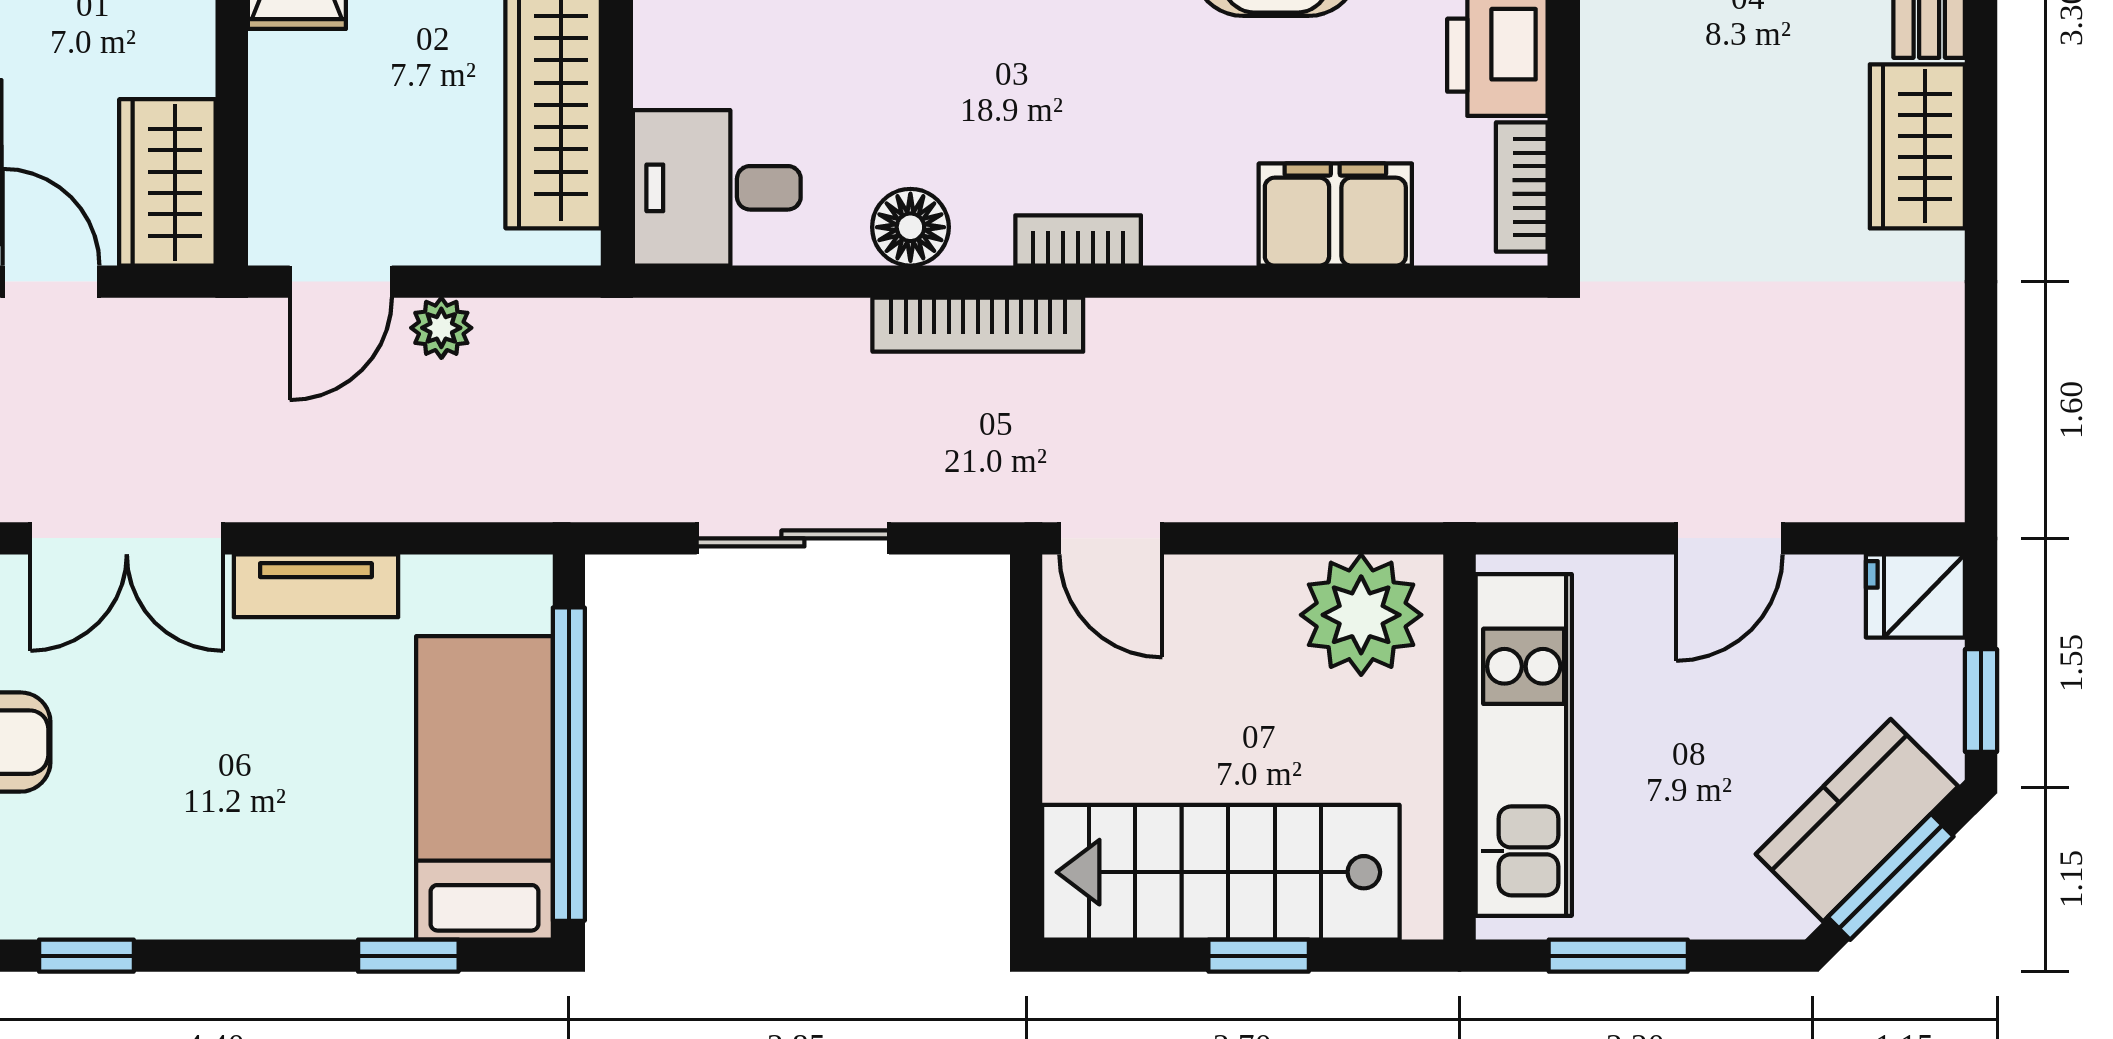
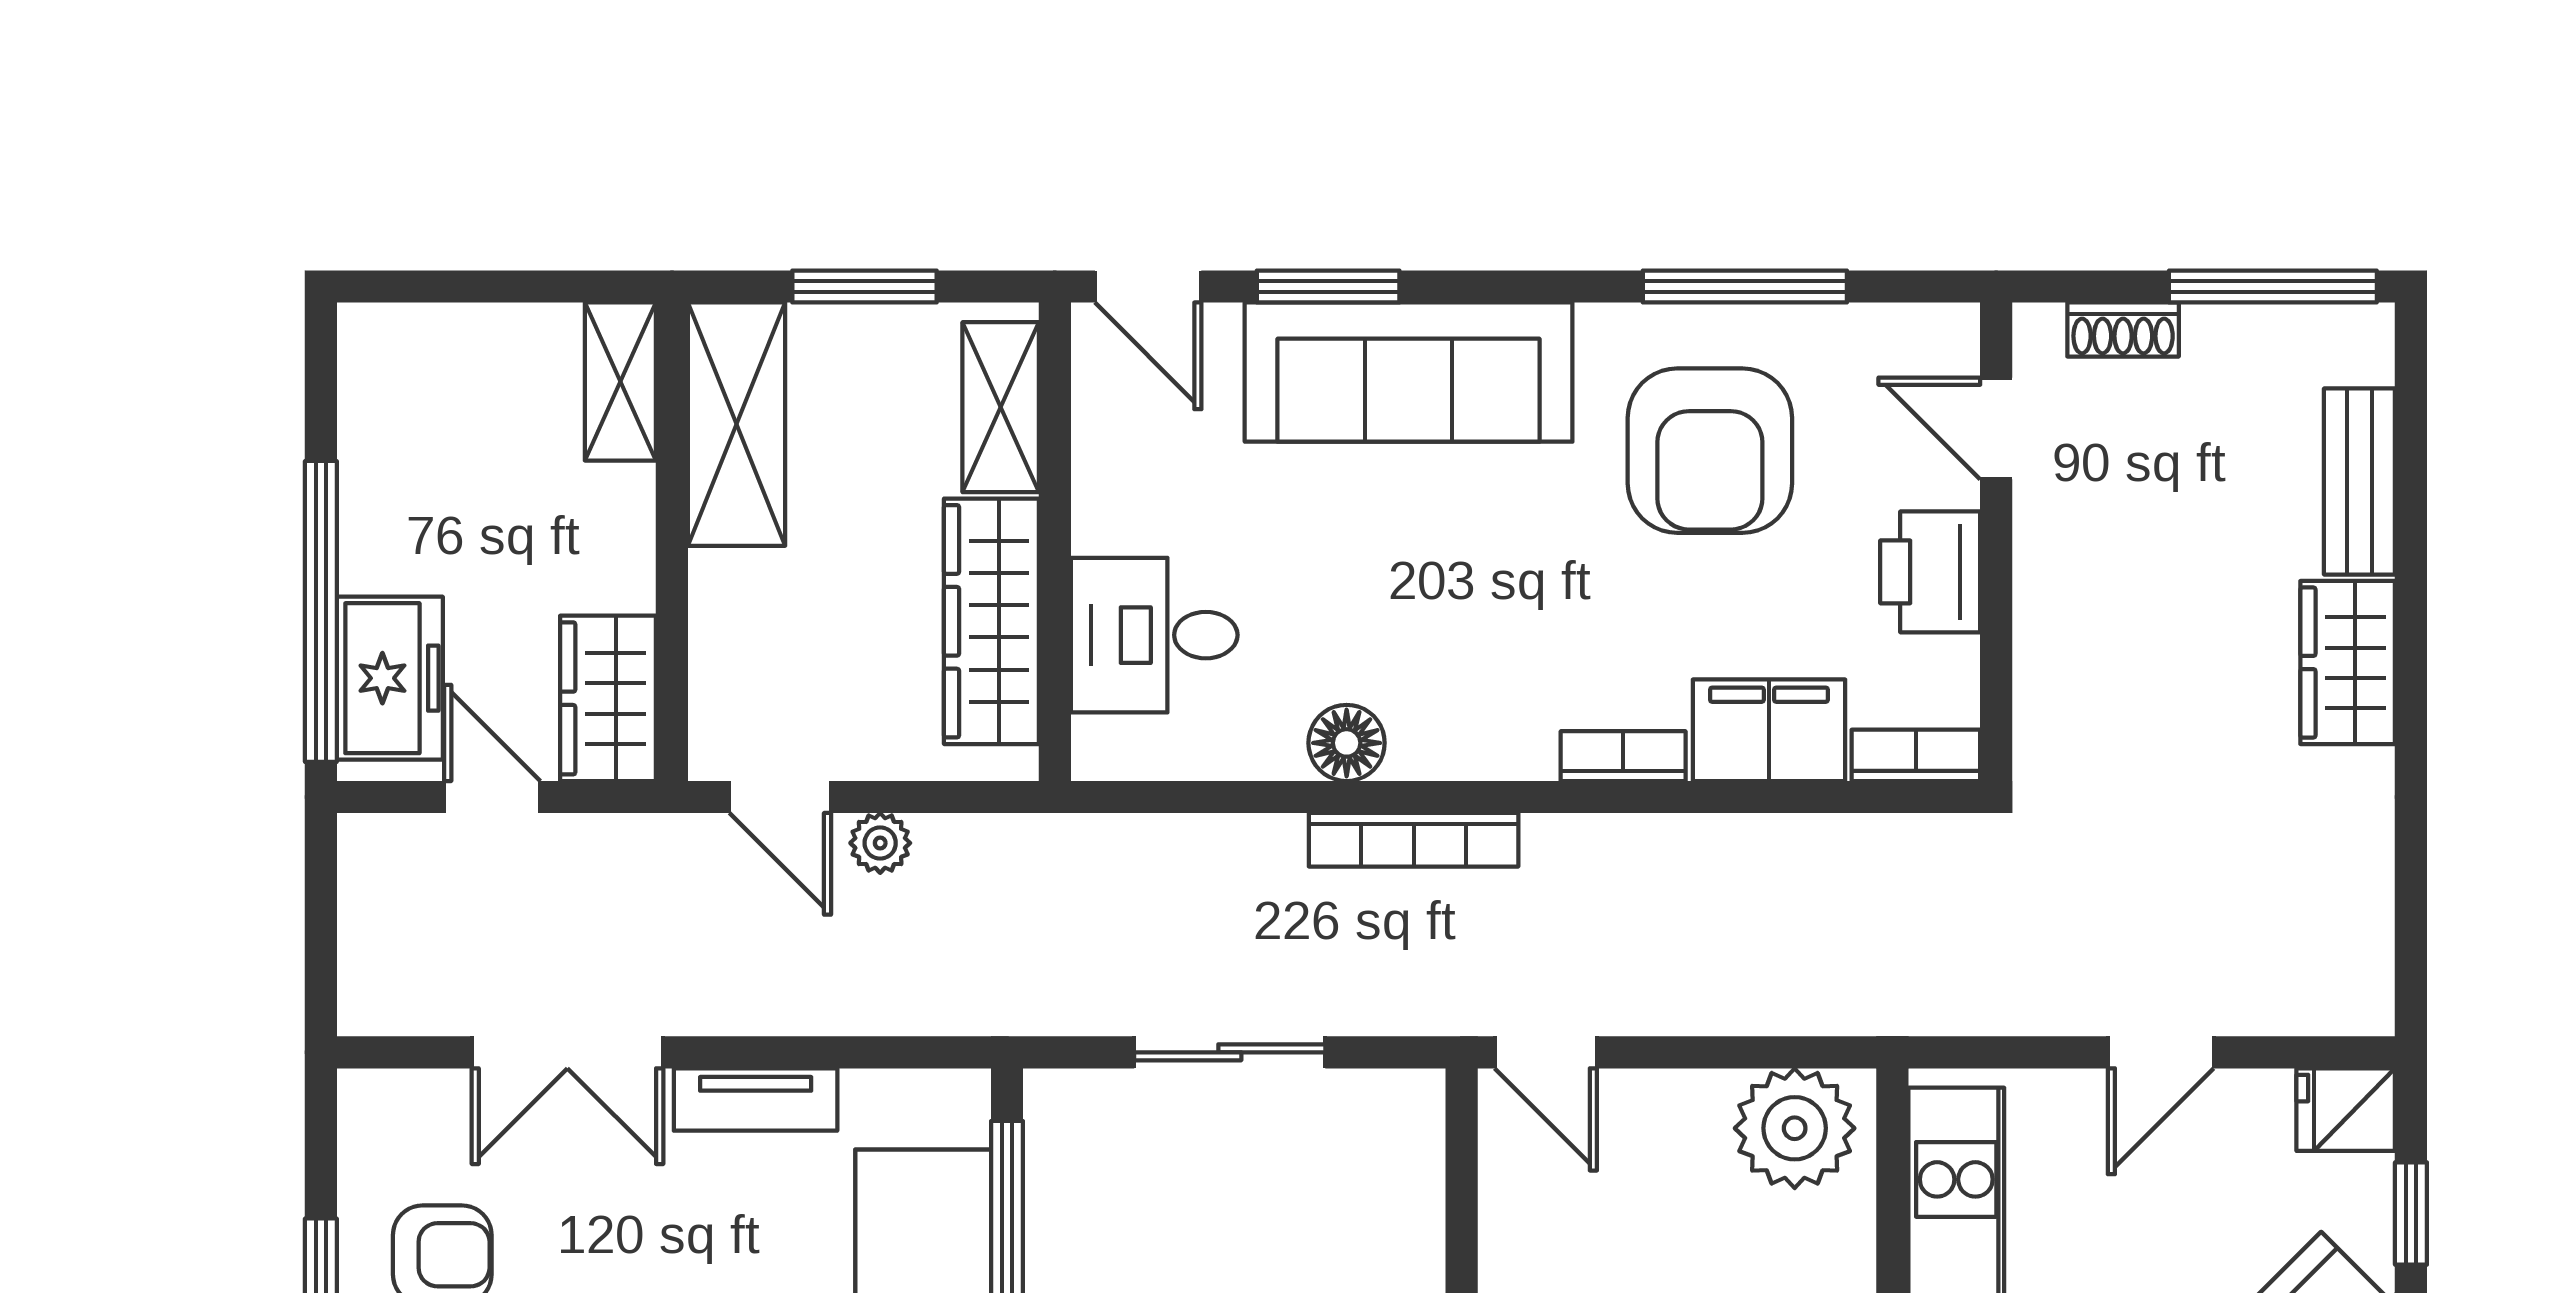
bookcase: (1522, 187) -> (1916, 755), moved, turned 90
desk: (717, 188) -> (1154, 635), moved
bookcase: (1078, 240) -> (1623, 756), moved
door: (341, 282) -> (780, 797), hinge flipped

